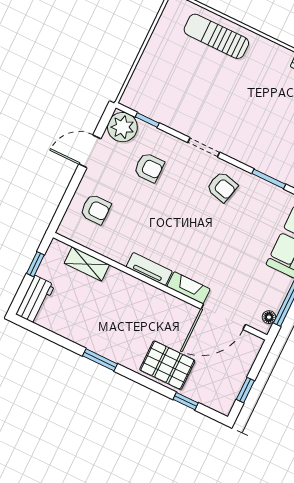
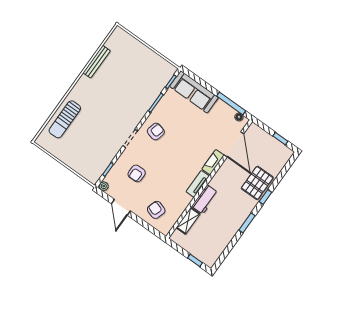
plant: (122, 127) -> (104, 186), width x0.53, depth x0.53
armchair: (149, 168) -> (137, 173), turned 180
armchair: (96, 209) -> (156, 210), turned -72
window: (35, 264) -> (195, 260), moved
workbench: (35, 300) -> (205, 199), moved, turned 90
window: (186, 401) -> (265, 197), moved

